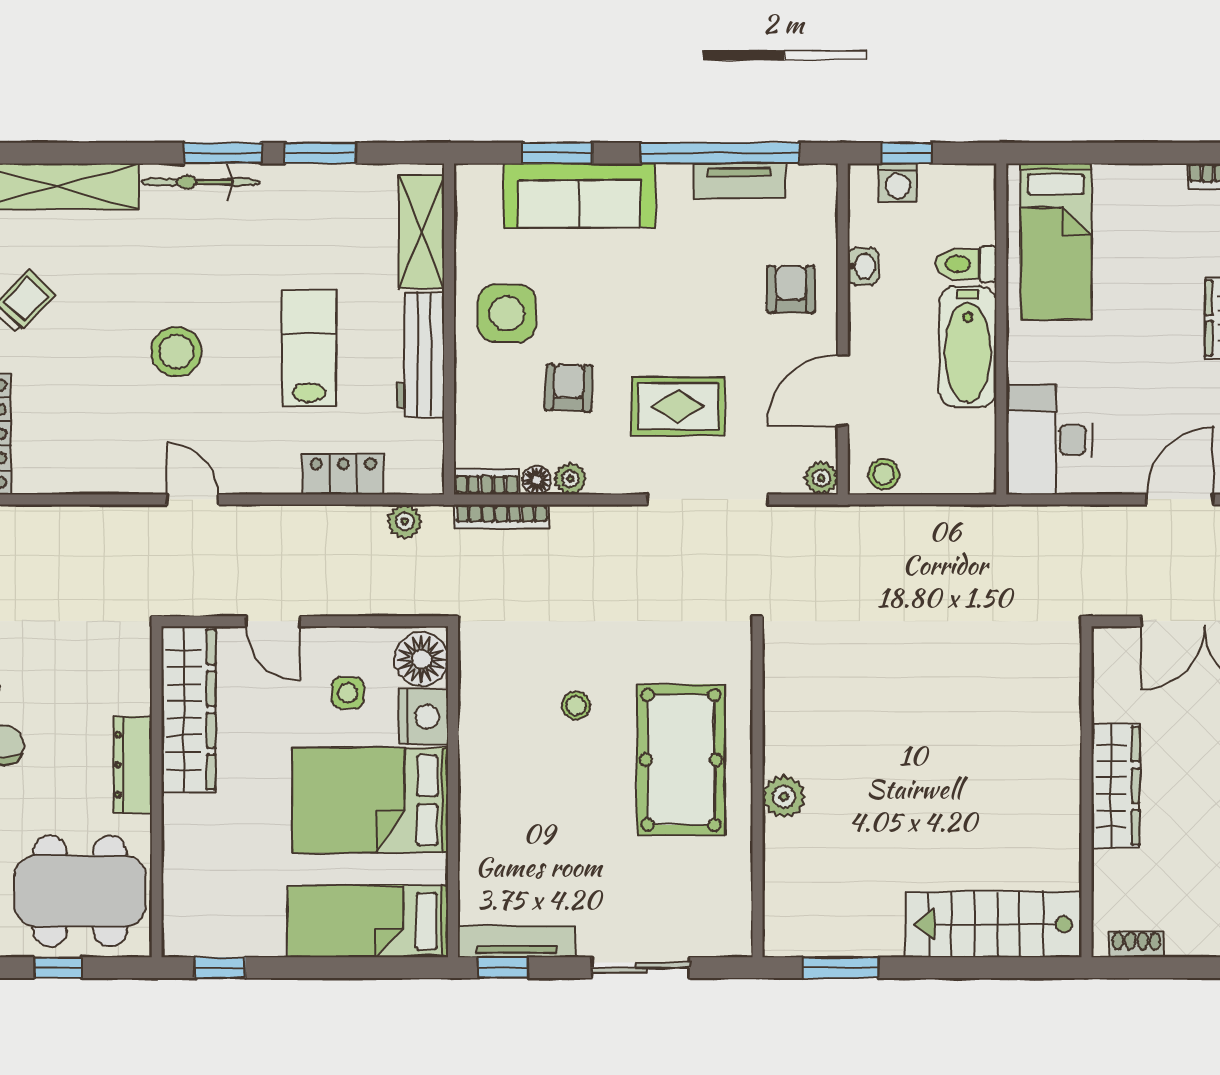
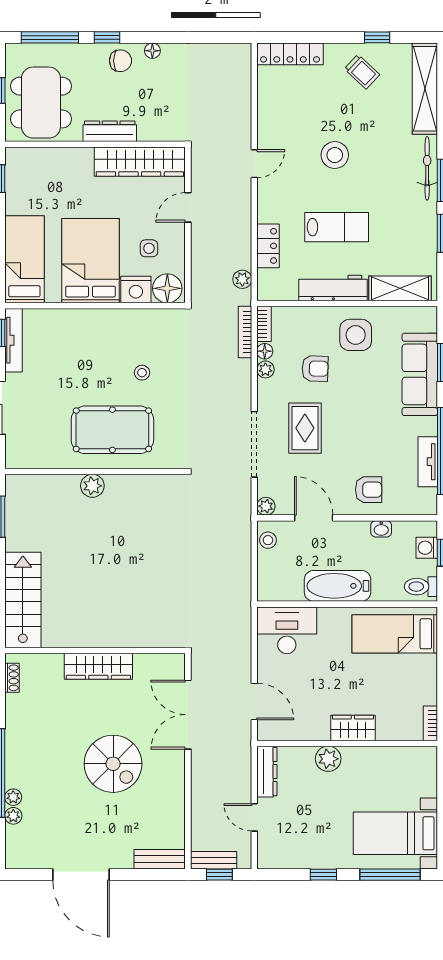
toilet: (966, 264) -> (421, 587), moved, turned -90

